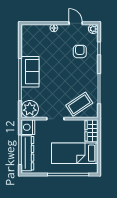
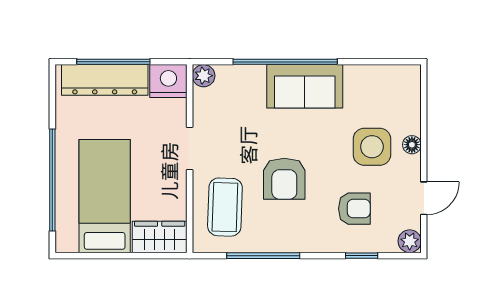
side table: (55, 44) -> (372, 147), added
armchair: (68, 80) -> (284, 179), added
coffee table: (79, 104) -> (225, 207), turned 36
plant: (30, 109) -> (204, 76), width x0.53, depth x0.53

